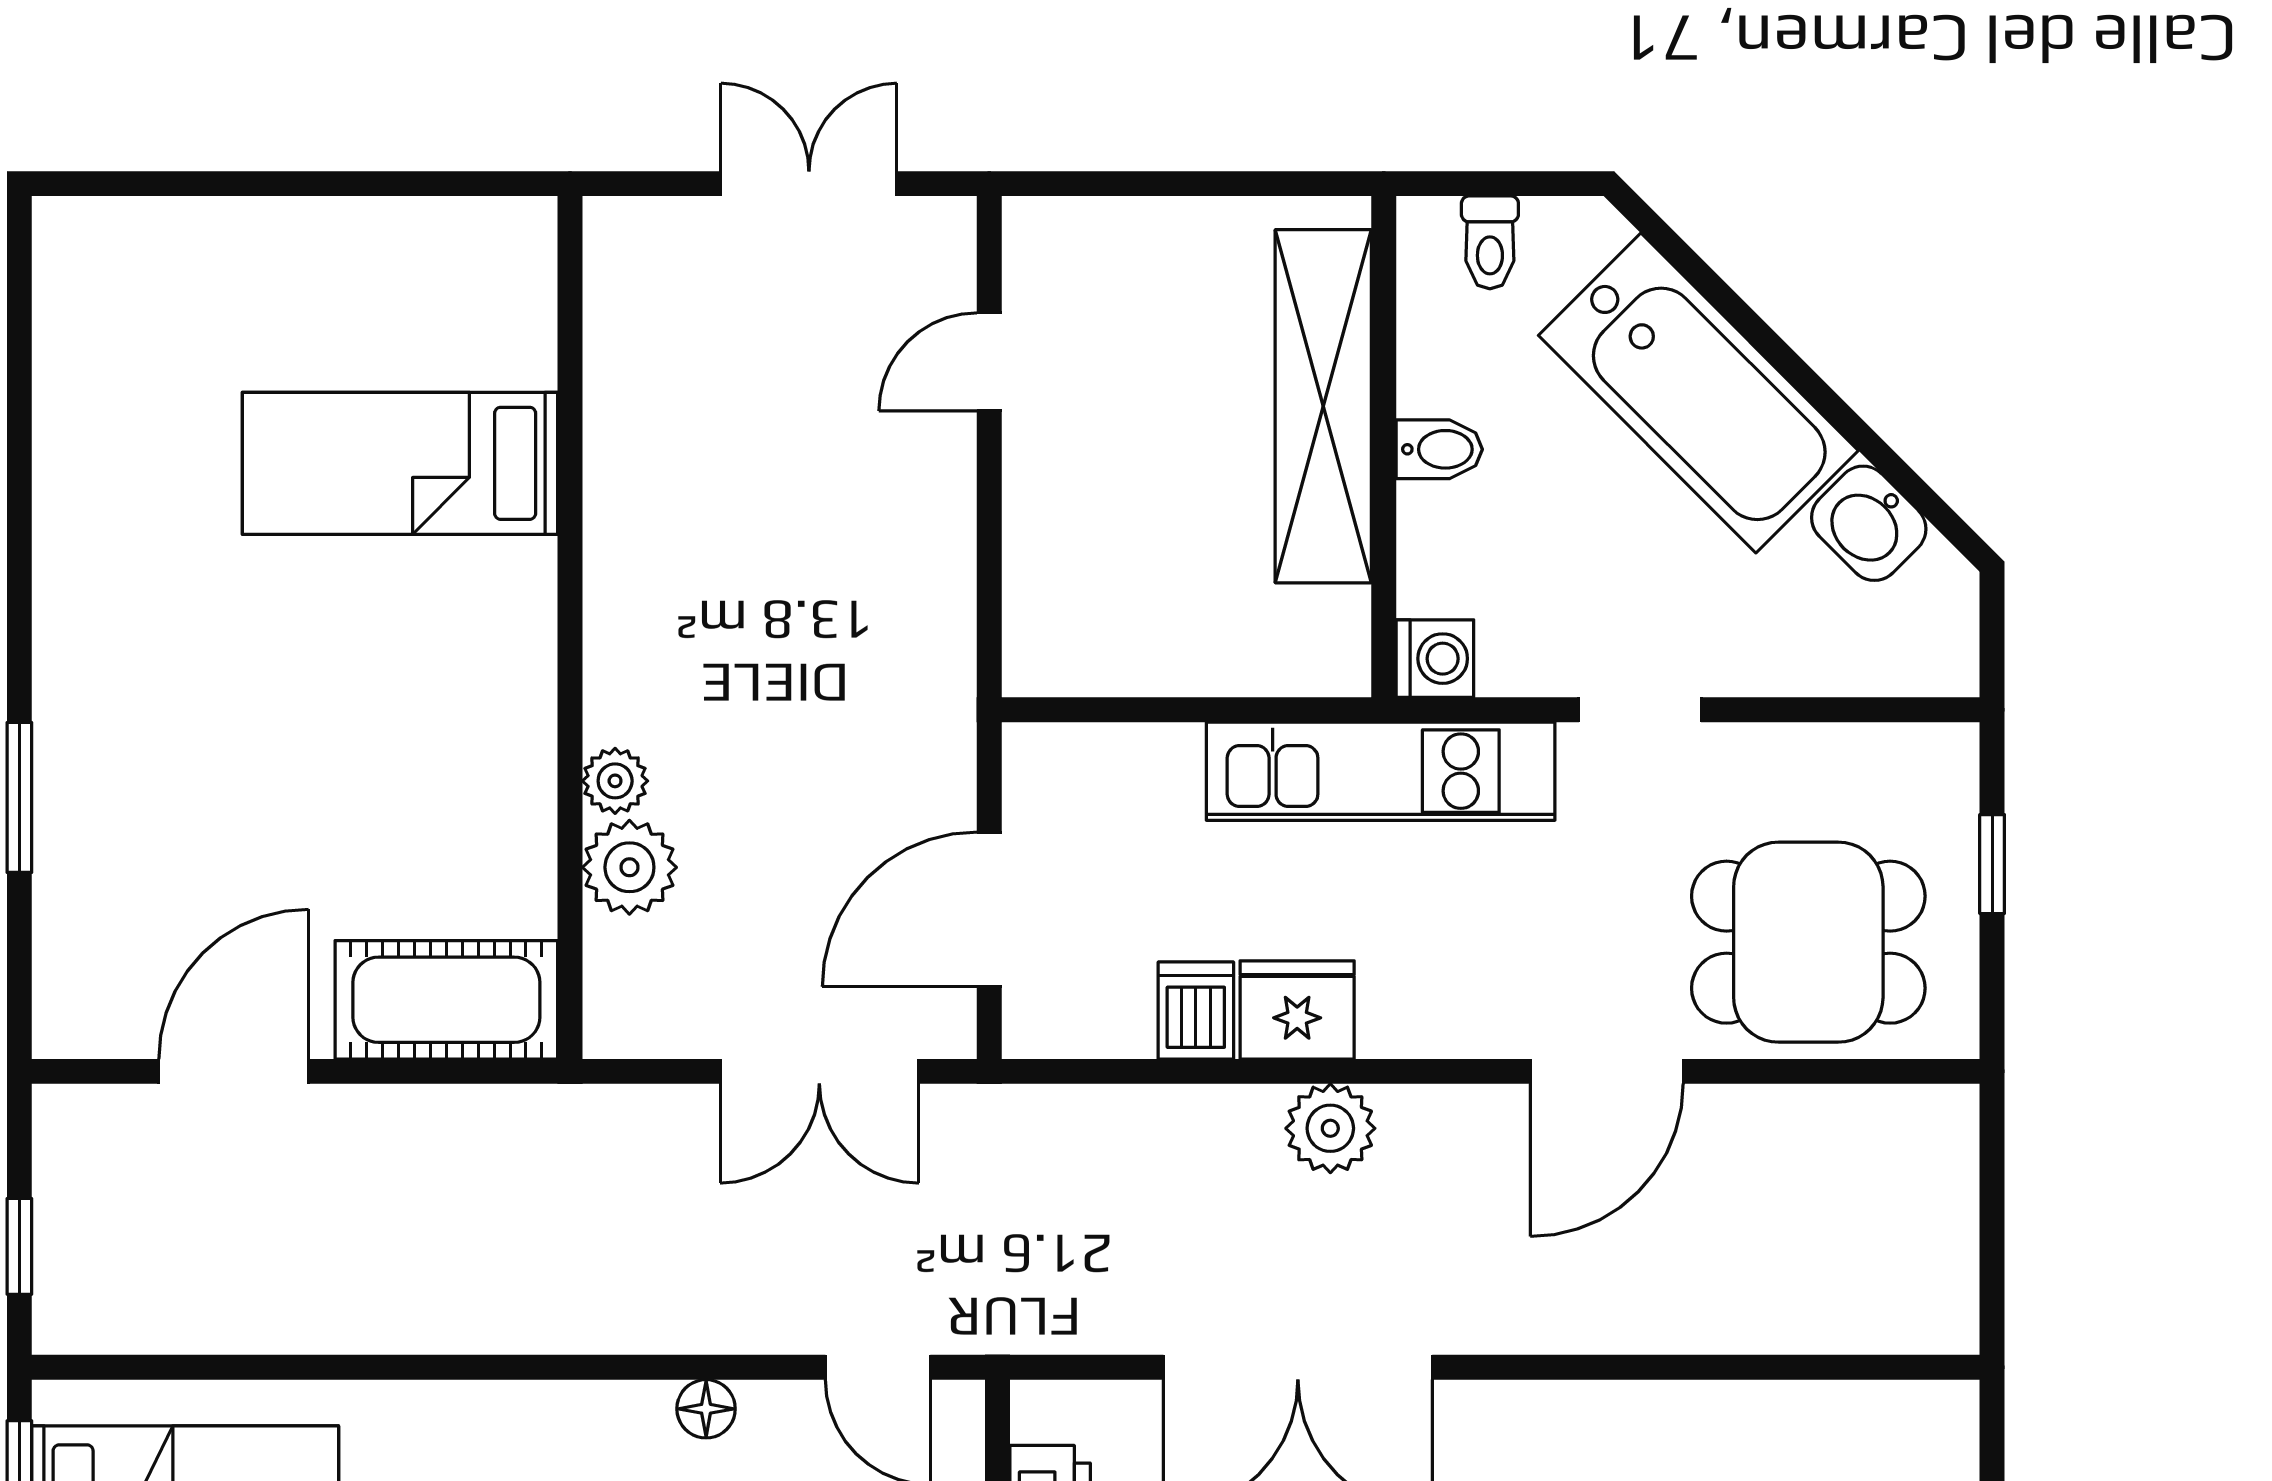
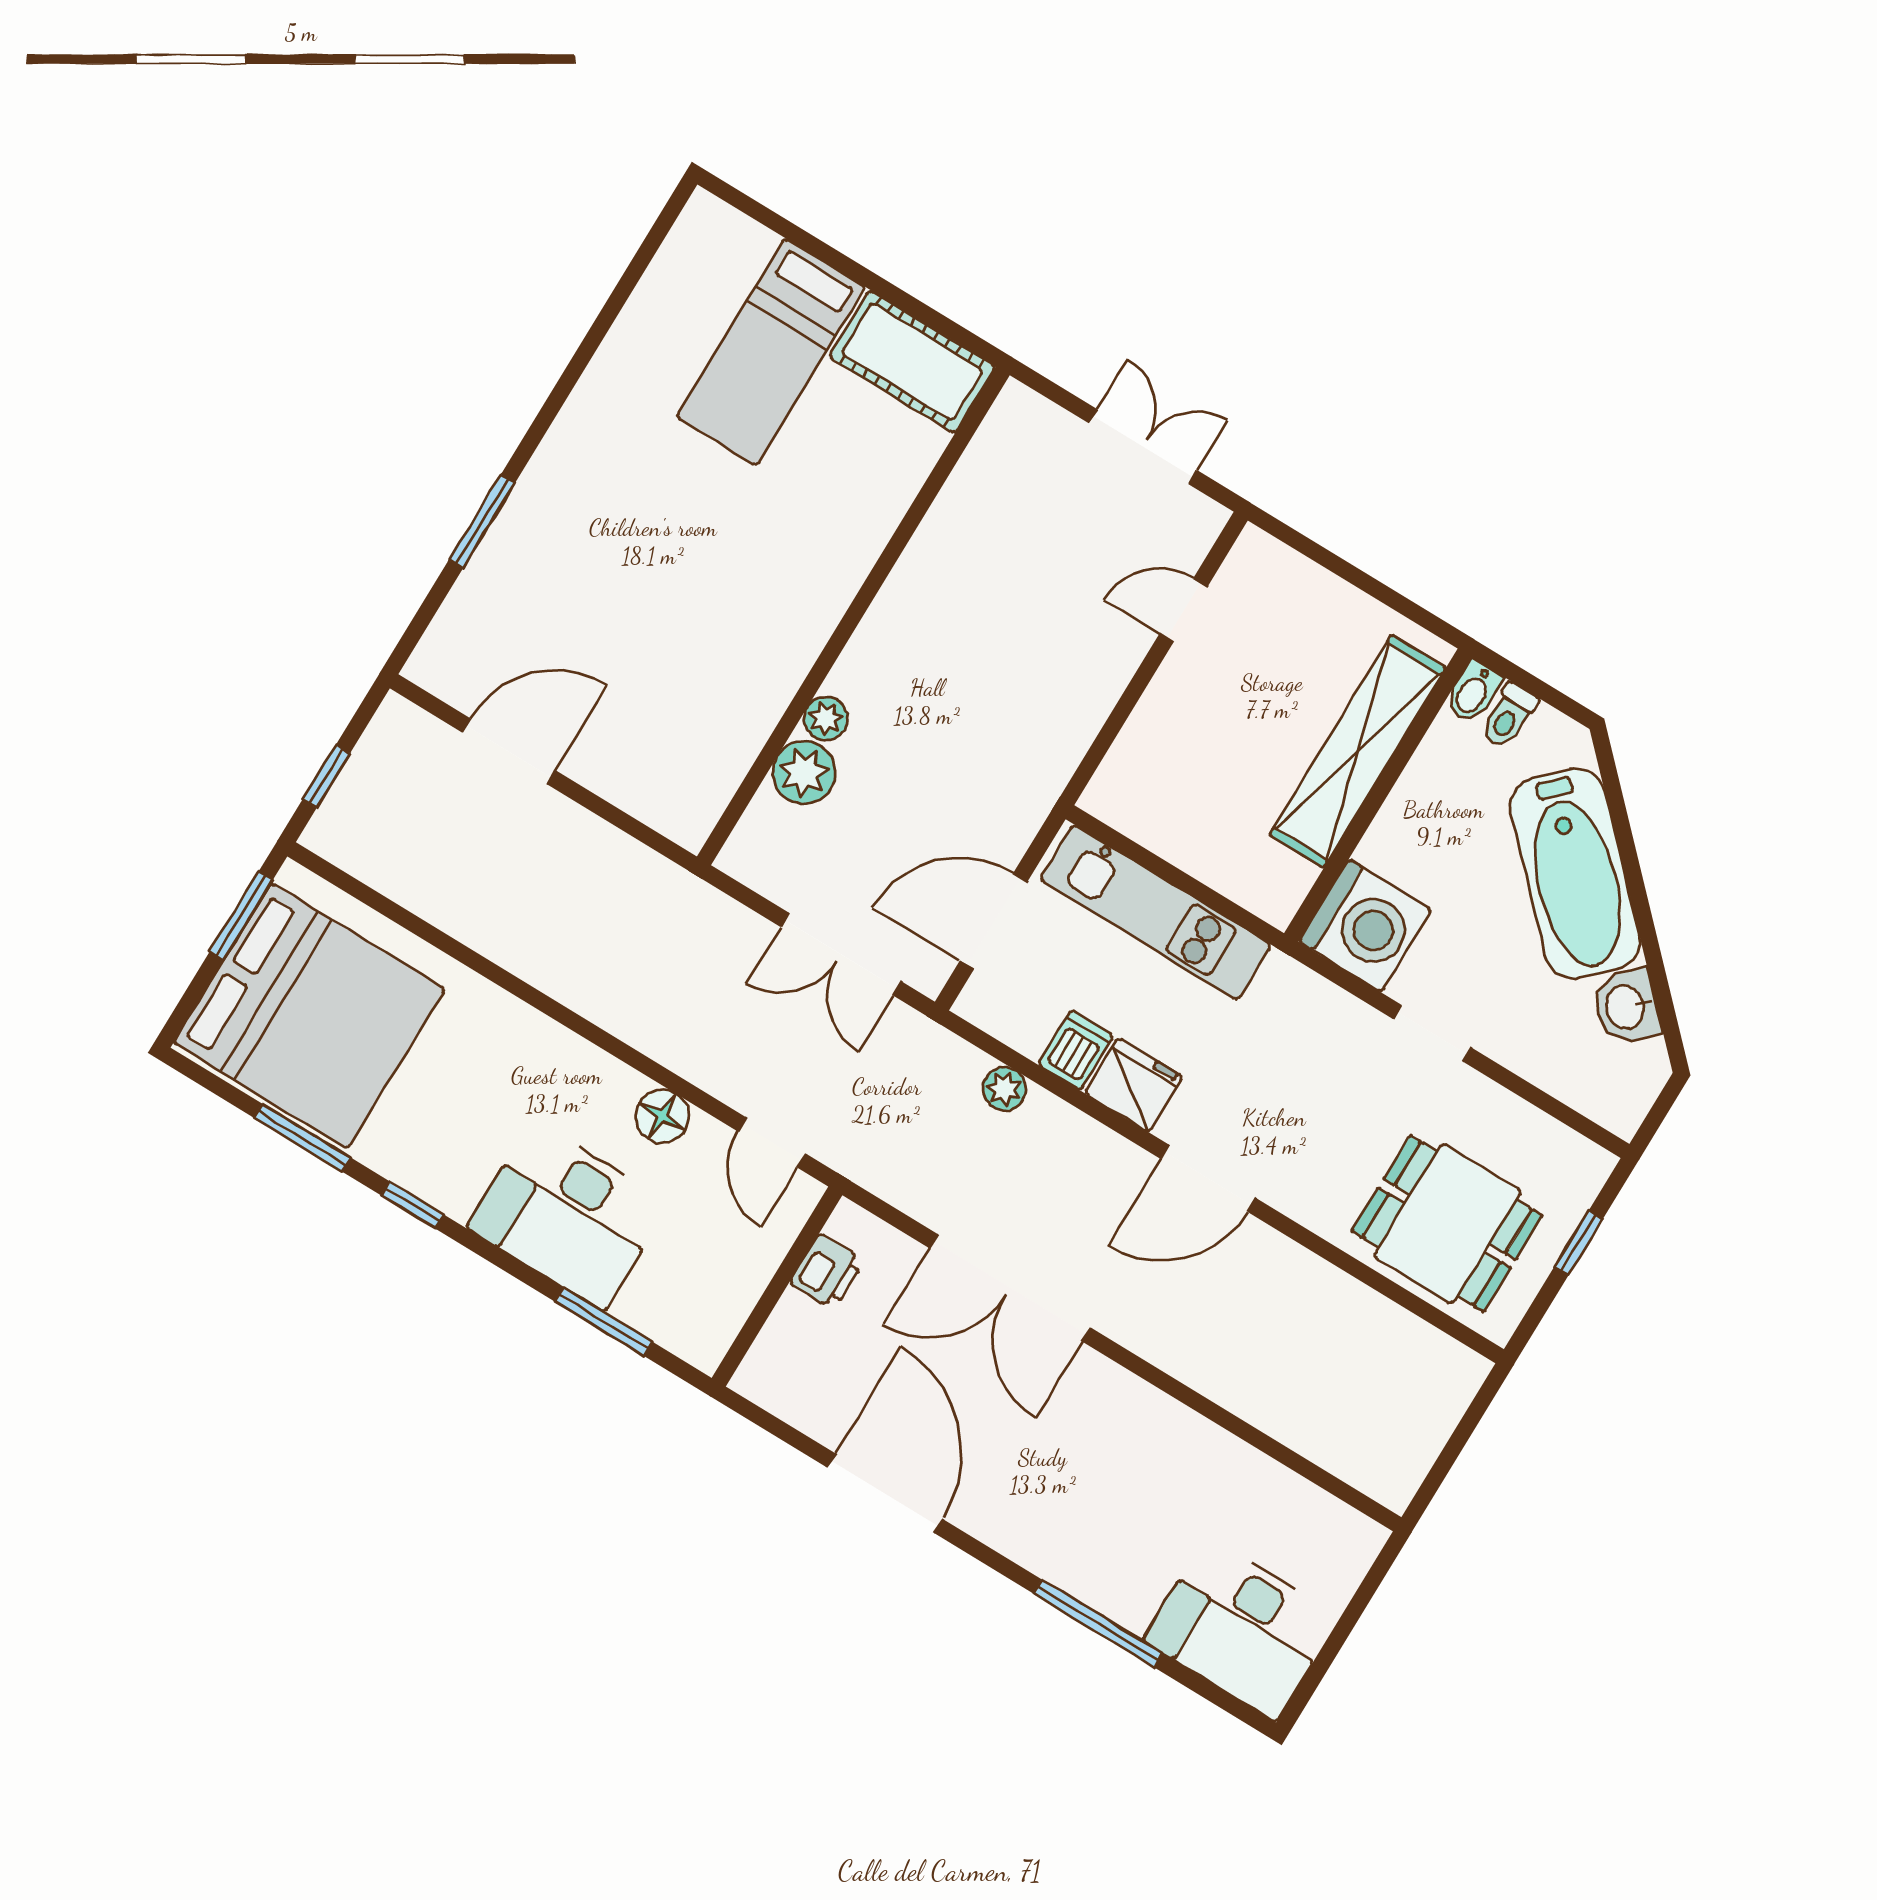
bidet: (1439, 449) -> (1474, 692), moved, turned 90
bed: (400, 463) -> (771, 352), moved, turned -90
washing machine: (1435, 659) -> (1365, 926), width x1.89, depth x1.89
kitchen unit: (1381, 771) -> (1155, 912), moved
cot: (446, 1000) -> (912, 362), moved
door: (1607, 1071) -> (1209, 1179), moved
plant: (1330, 1128) -> (1004, 1089), moved, width x0.73, depth x0.73
floor lamp: (706, 1409) -> (662, 1116), width x1.37, depth x1.37

